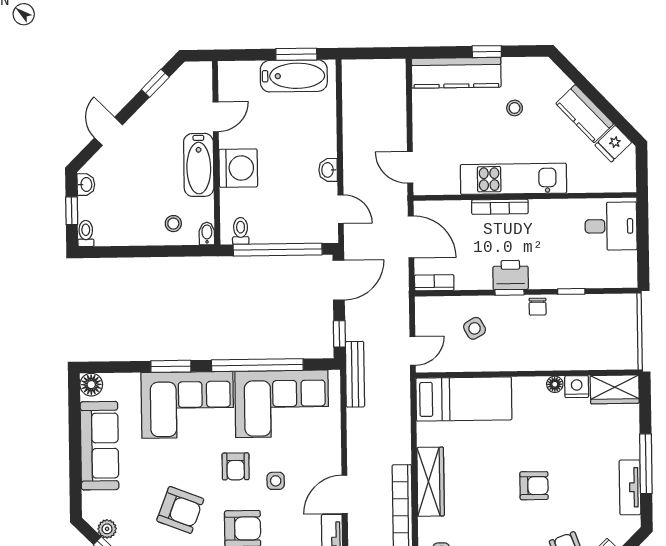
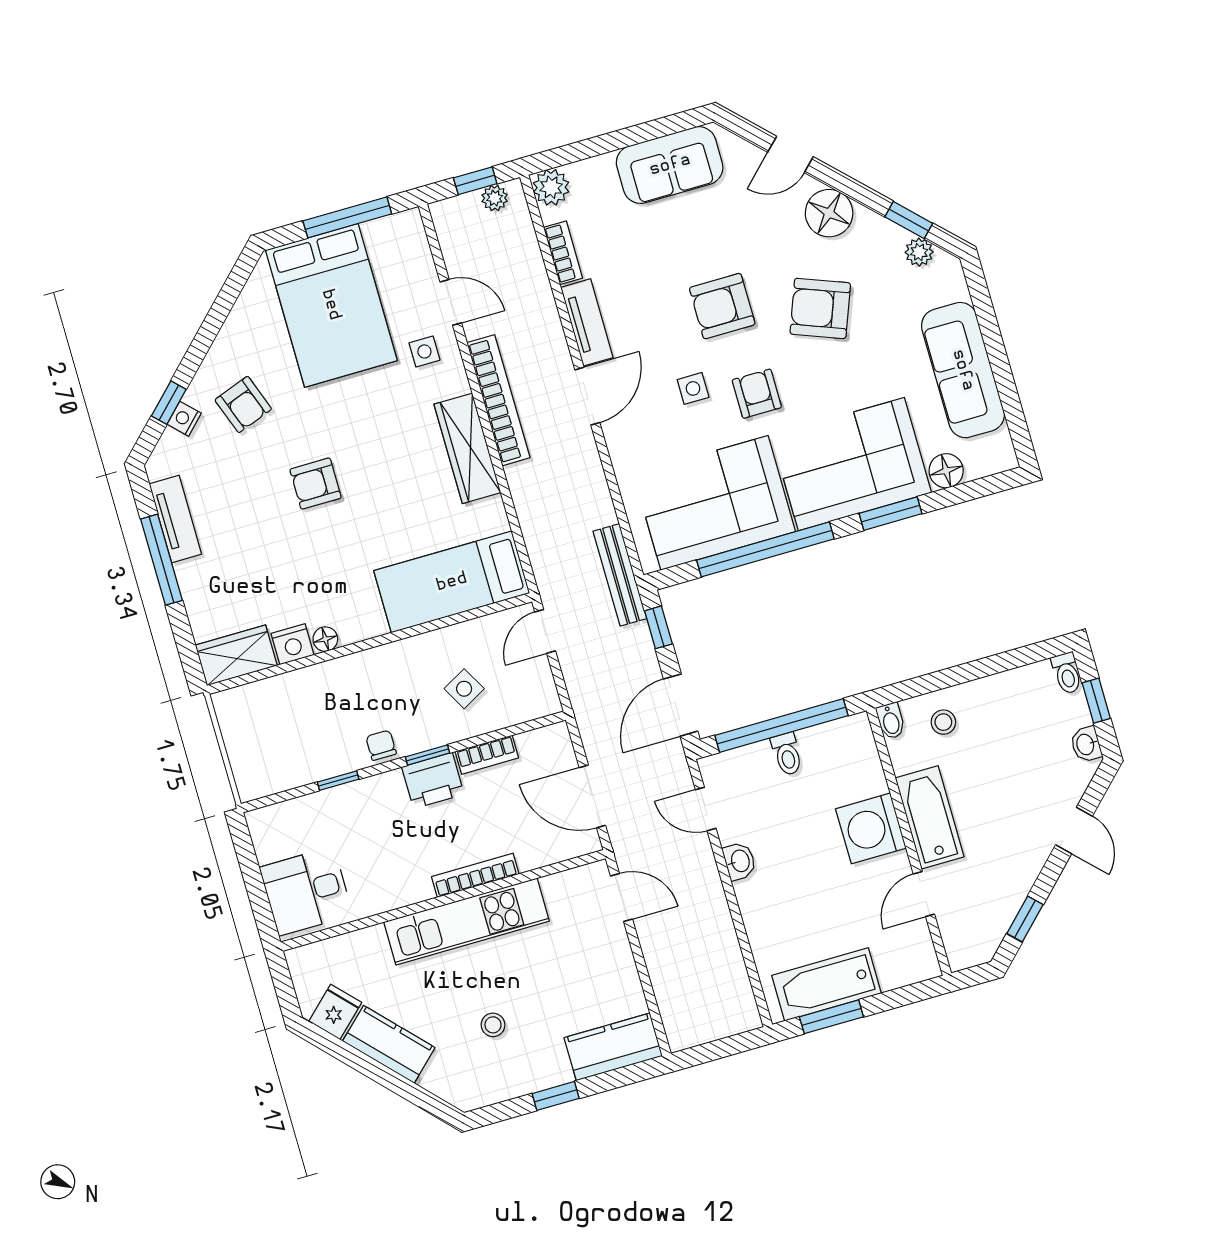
kitchen counter: (456, 73) -> (613, 1047), width x0.67
toilet: (241, 231) -> (787, 754), moved
bookcase: (434, 283) -> (487, 755), moved
floor lamp: (91, 385) -> (946, 471), moved

